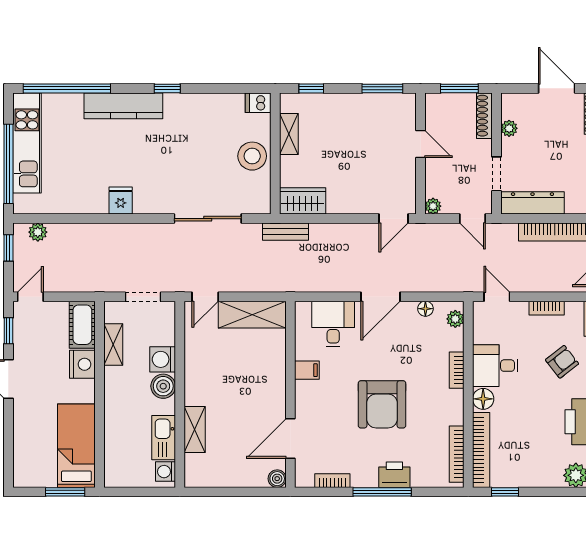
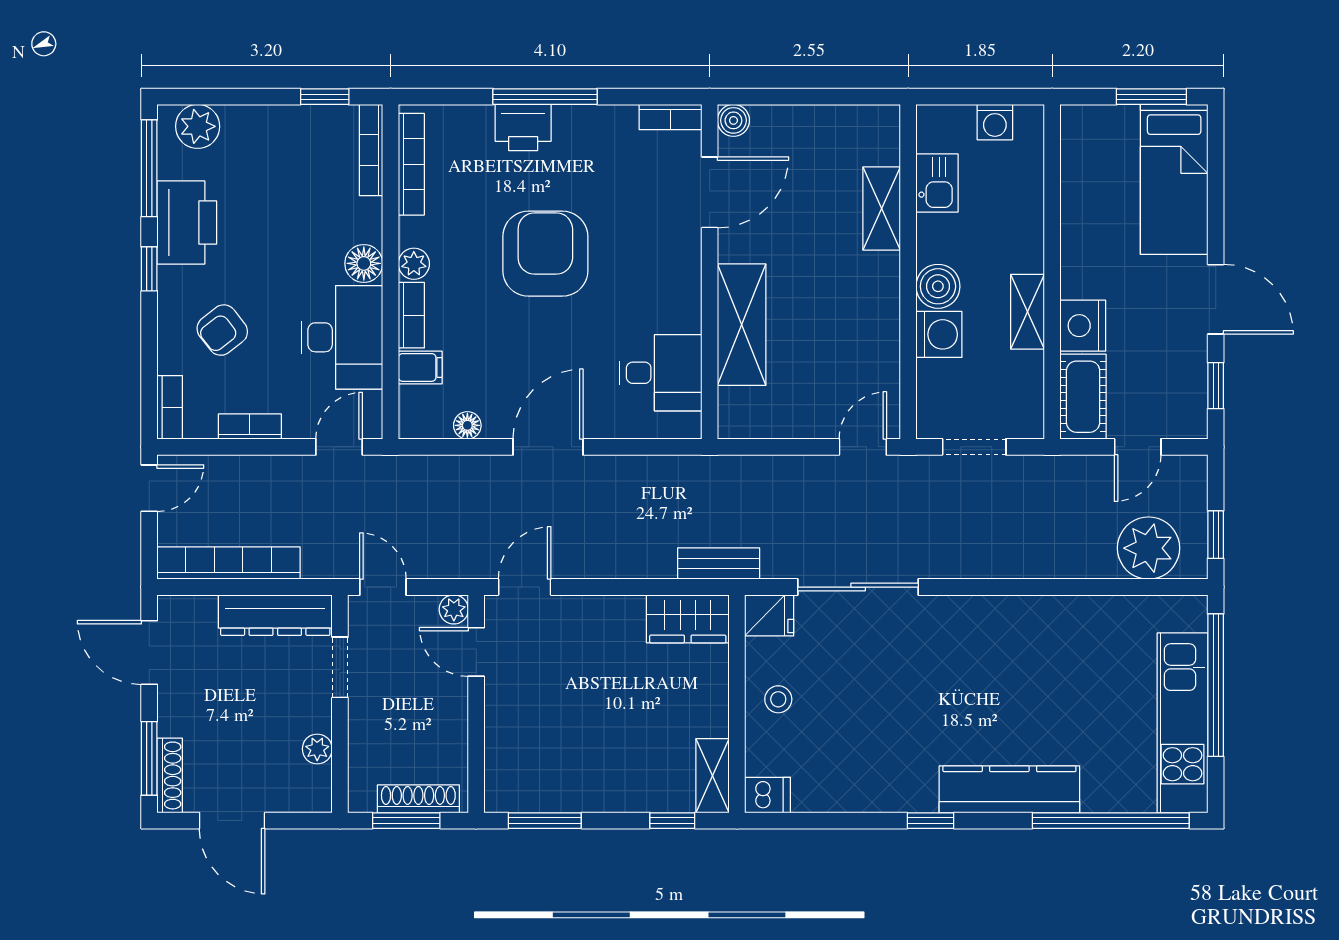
shoe rack: (484, 116) -> (418, 799), moved, turned -90
shelving: (289, 134) -> (712, 776), moved
door: (421, 144) -> (476, 652), moved
stool: (252, 156) -> (778, 699), width x0.53, depth x0.53
fridge: (121, 201) -> (769, 615), moved, turned -90
plant: (38, 232) -> (1149, 548), width x1.88, depth x1.88
door: (30, 297) -> (1138, 447), moved
door: (497, 297) -> (339, 447), swing flipped
shelving: (252, 315) -> (742, 325), moved, turned 90
plant: (455, 319) -> (414, 264), moved
desk: (333, 324) -> (661, 373), moved, turned -90
shelving: (113, 344) -> (1028, 312), moved
desk: (495, 366) -> (342, 337), width x1.37
filing cabinet: (307, 370) -> (420, 367), moved, turned 180
kitchen sink: (164, 438) -> (937, 183), width x0.73
bed: (76, 446) -> (1174, 179), moved
bookcase: (481, 450) -> (371, 150), width x0.68, depth x0.76
washing machine: (166, 472) -> (995, 122), moved, turned 90
bookcase: (332, 481) -> (670, 117), moved
window: (65, 492) -> (1151, 97), moved

